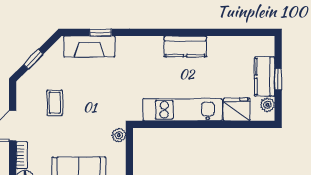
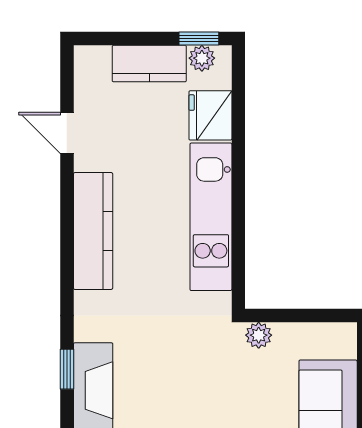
door: (227, 32) -> (67, 133), added
kitchen counter: (185, 46) -> (93, 231), width x1.50
window: (278, 79) -> (199, 39), moved

